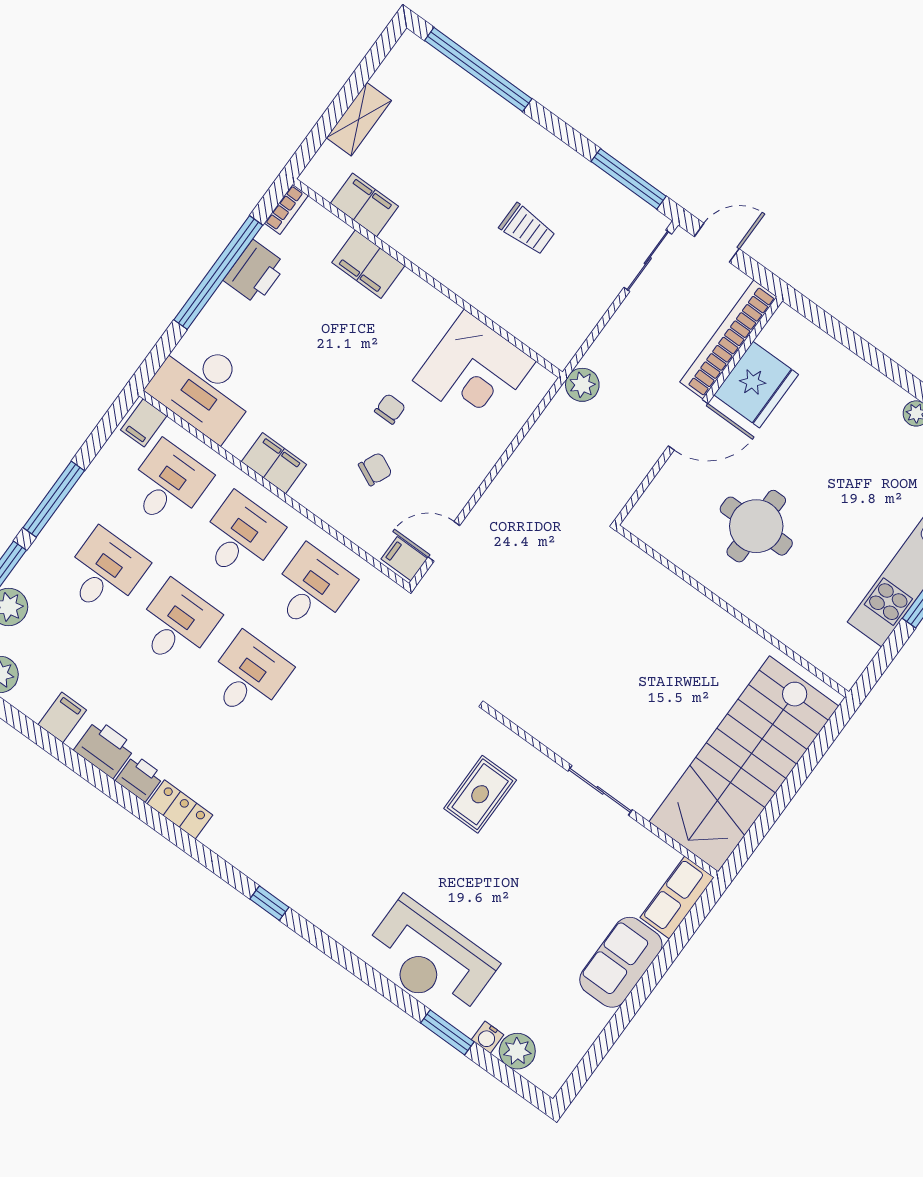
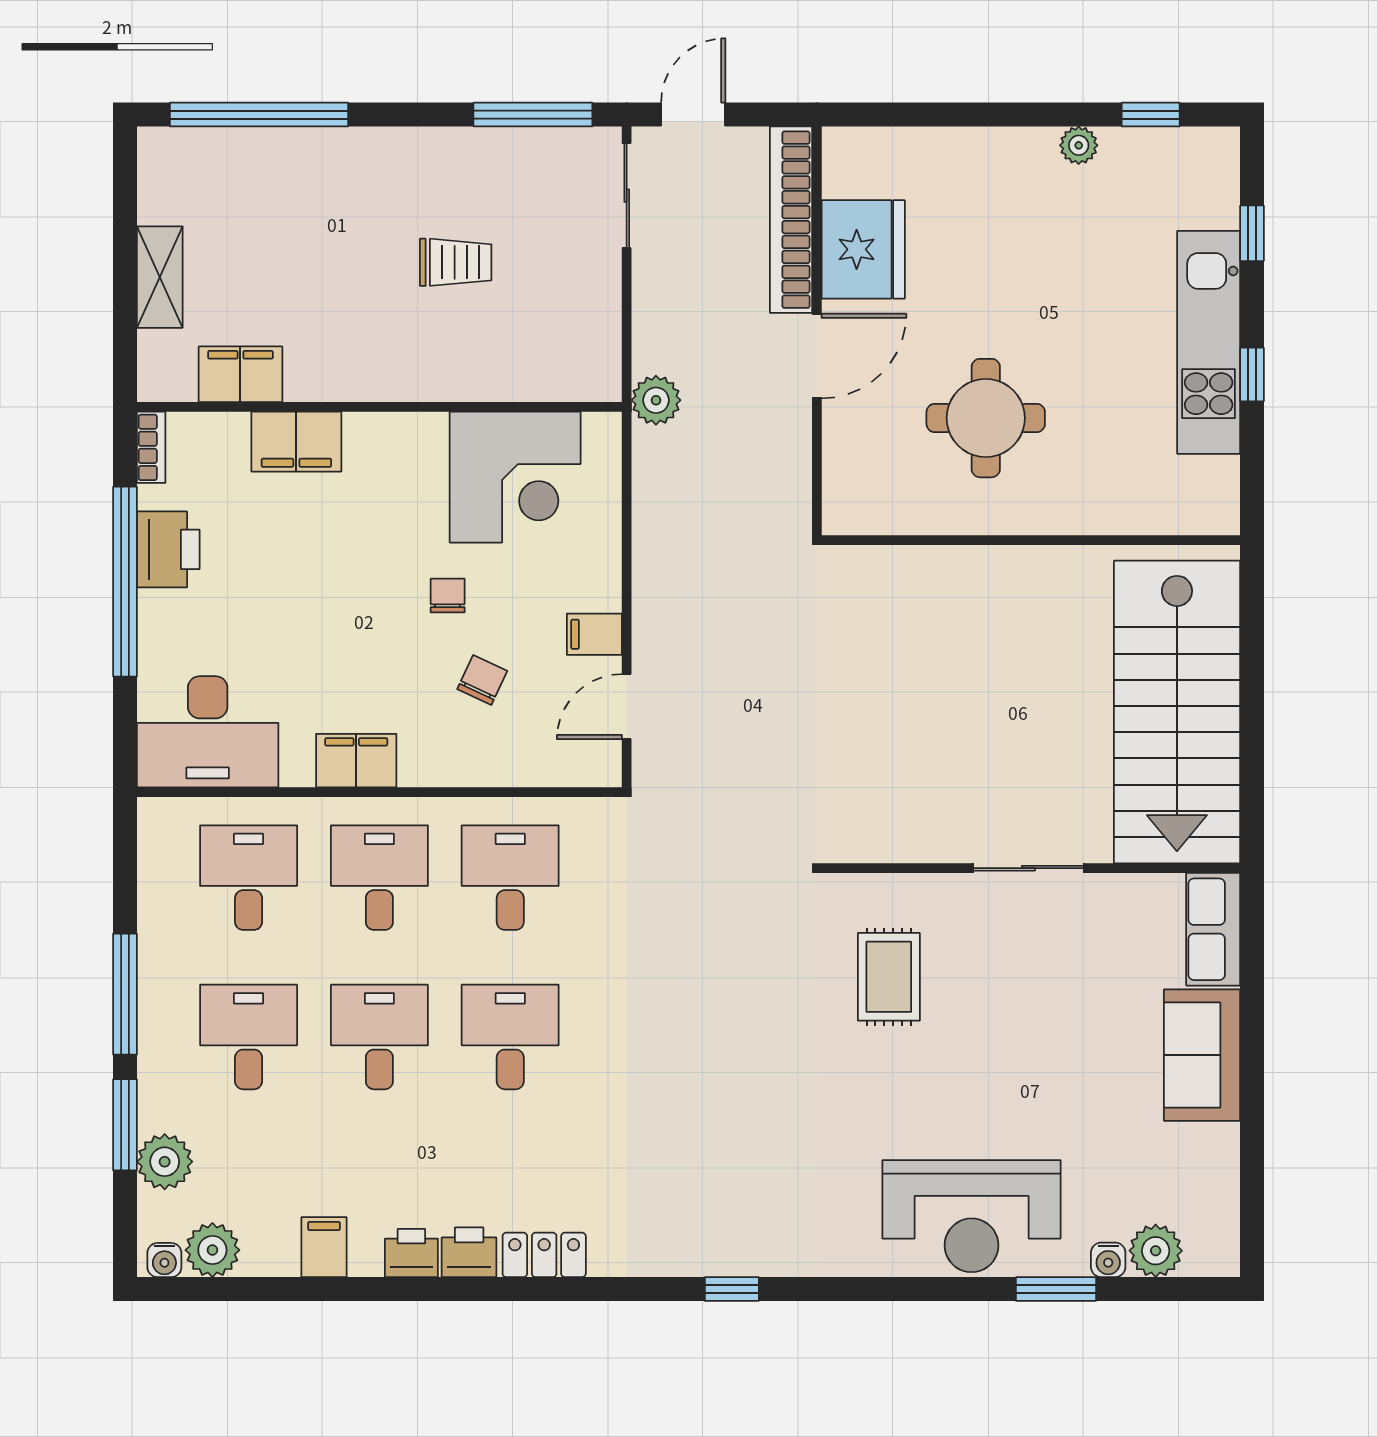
filing cabinet: (144, 423) -> (166, 826), removed
filing cabinet: (404, 559) -> (594, 634), moved
printer: (105, 749) -> (411, 1253), width x0.73, depth x0.81

